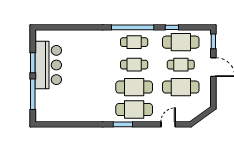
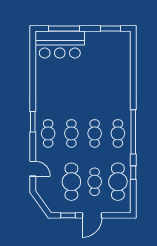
window: (213, 41) -> (68, 215), moved
window: (33, 63) -> (111, 29), moved
bar counter: (48, 65) -> (60, 45), moved
cafe table: (134, 87) -> (71, 133), width x0.73, depth x0.74
cafe table: (134, 110) -> (48, 133), width x0.73, depth x0.74

